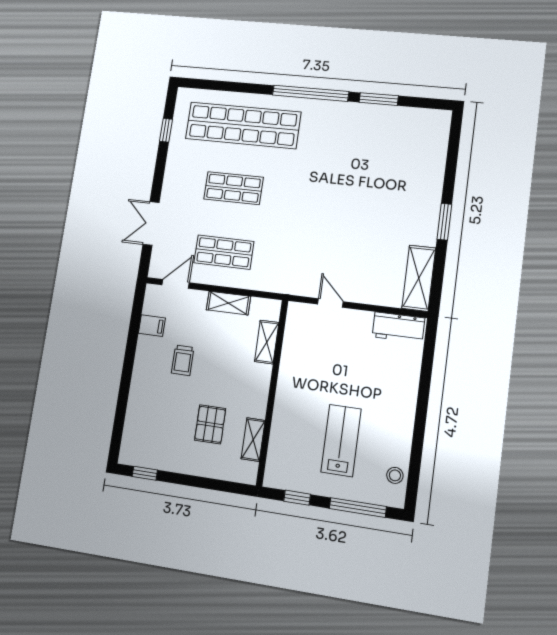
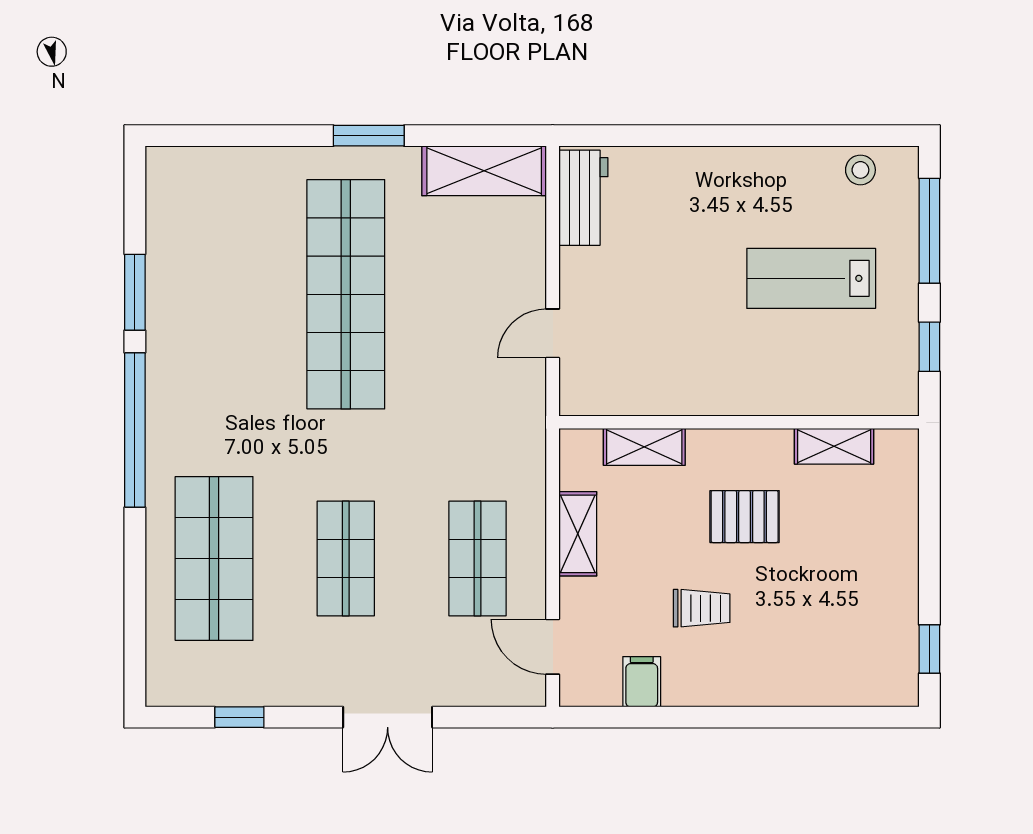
shop shelf: (243, 125) -> (214, 558), width x0.71
shop shelf: (364, 202) -> (346, 294), added
double door: (151, 223) -> (388, 717), moved
pallet: (210, 424) -> (745, 517), moved

